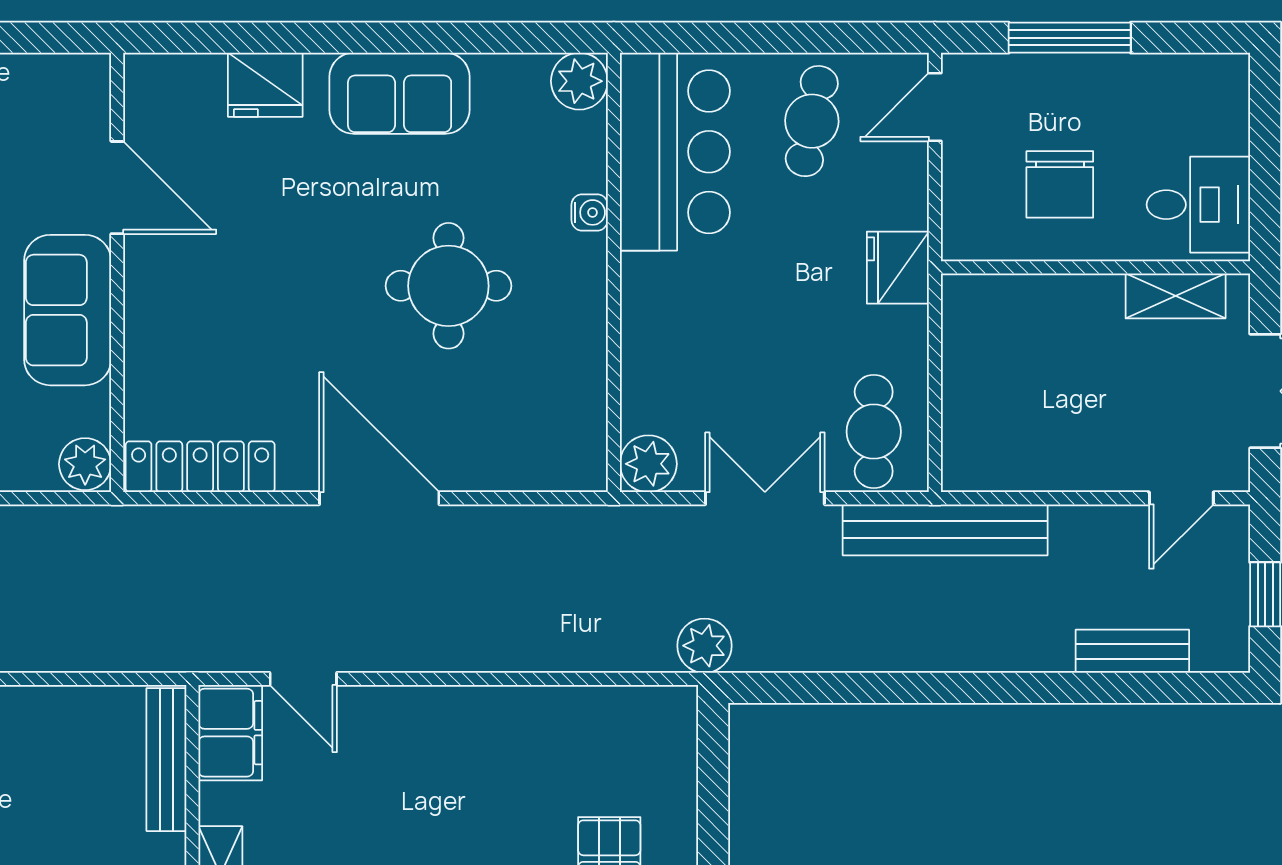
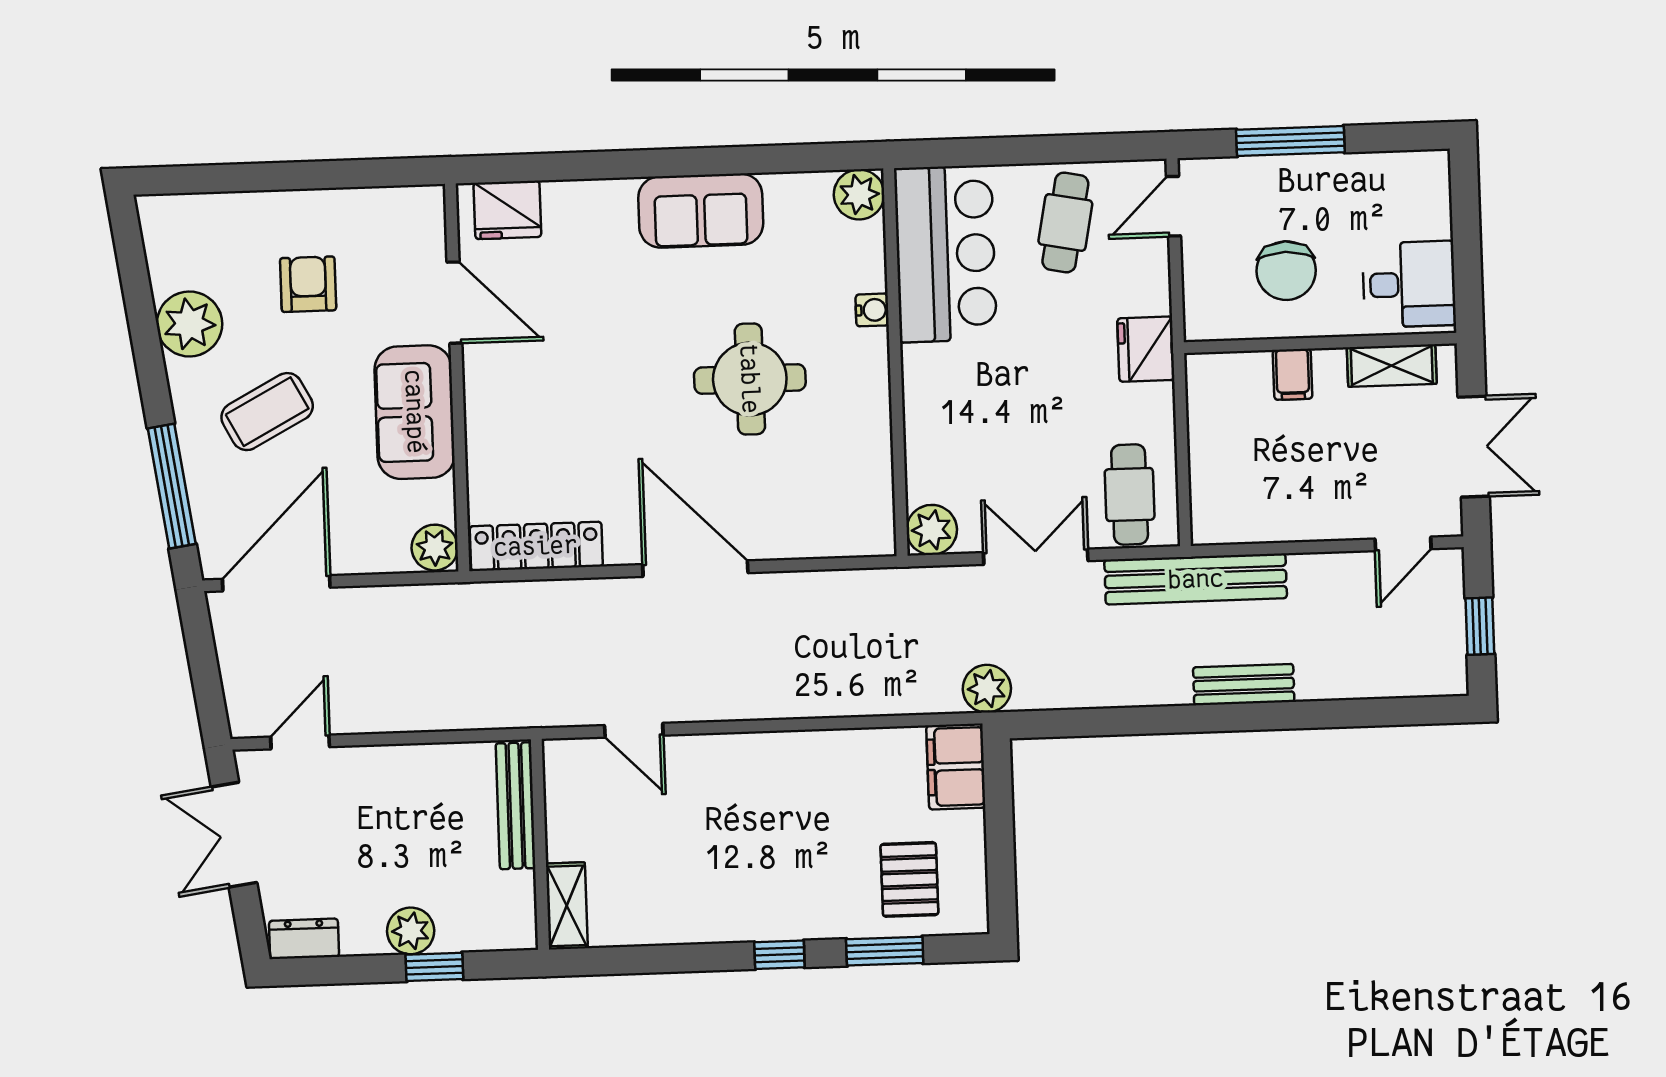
fridge: (265, 85) -> (507, 210), moved
filing cabinet: (1063, 302) -> (1293, 374), added
bench: (1132, 651) -> (1244, 685), moved
filing cabinet: (230, 733) -> (956, 767), moved, turned 180

